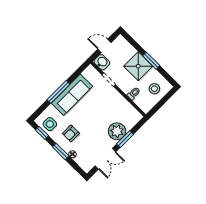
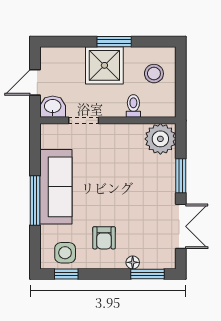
plant: (117, 131) -> (160, 139), moved
window: (61, 151) -> (147, 274), moved

